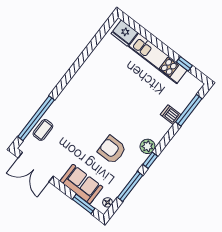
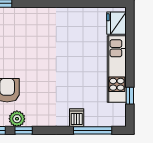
plant: (147, 146) -> (17, 119), moved

